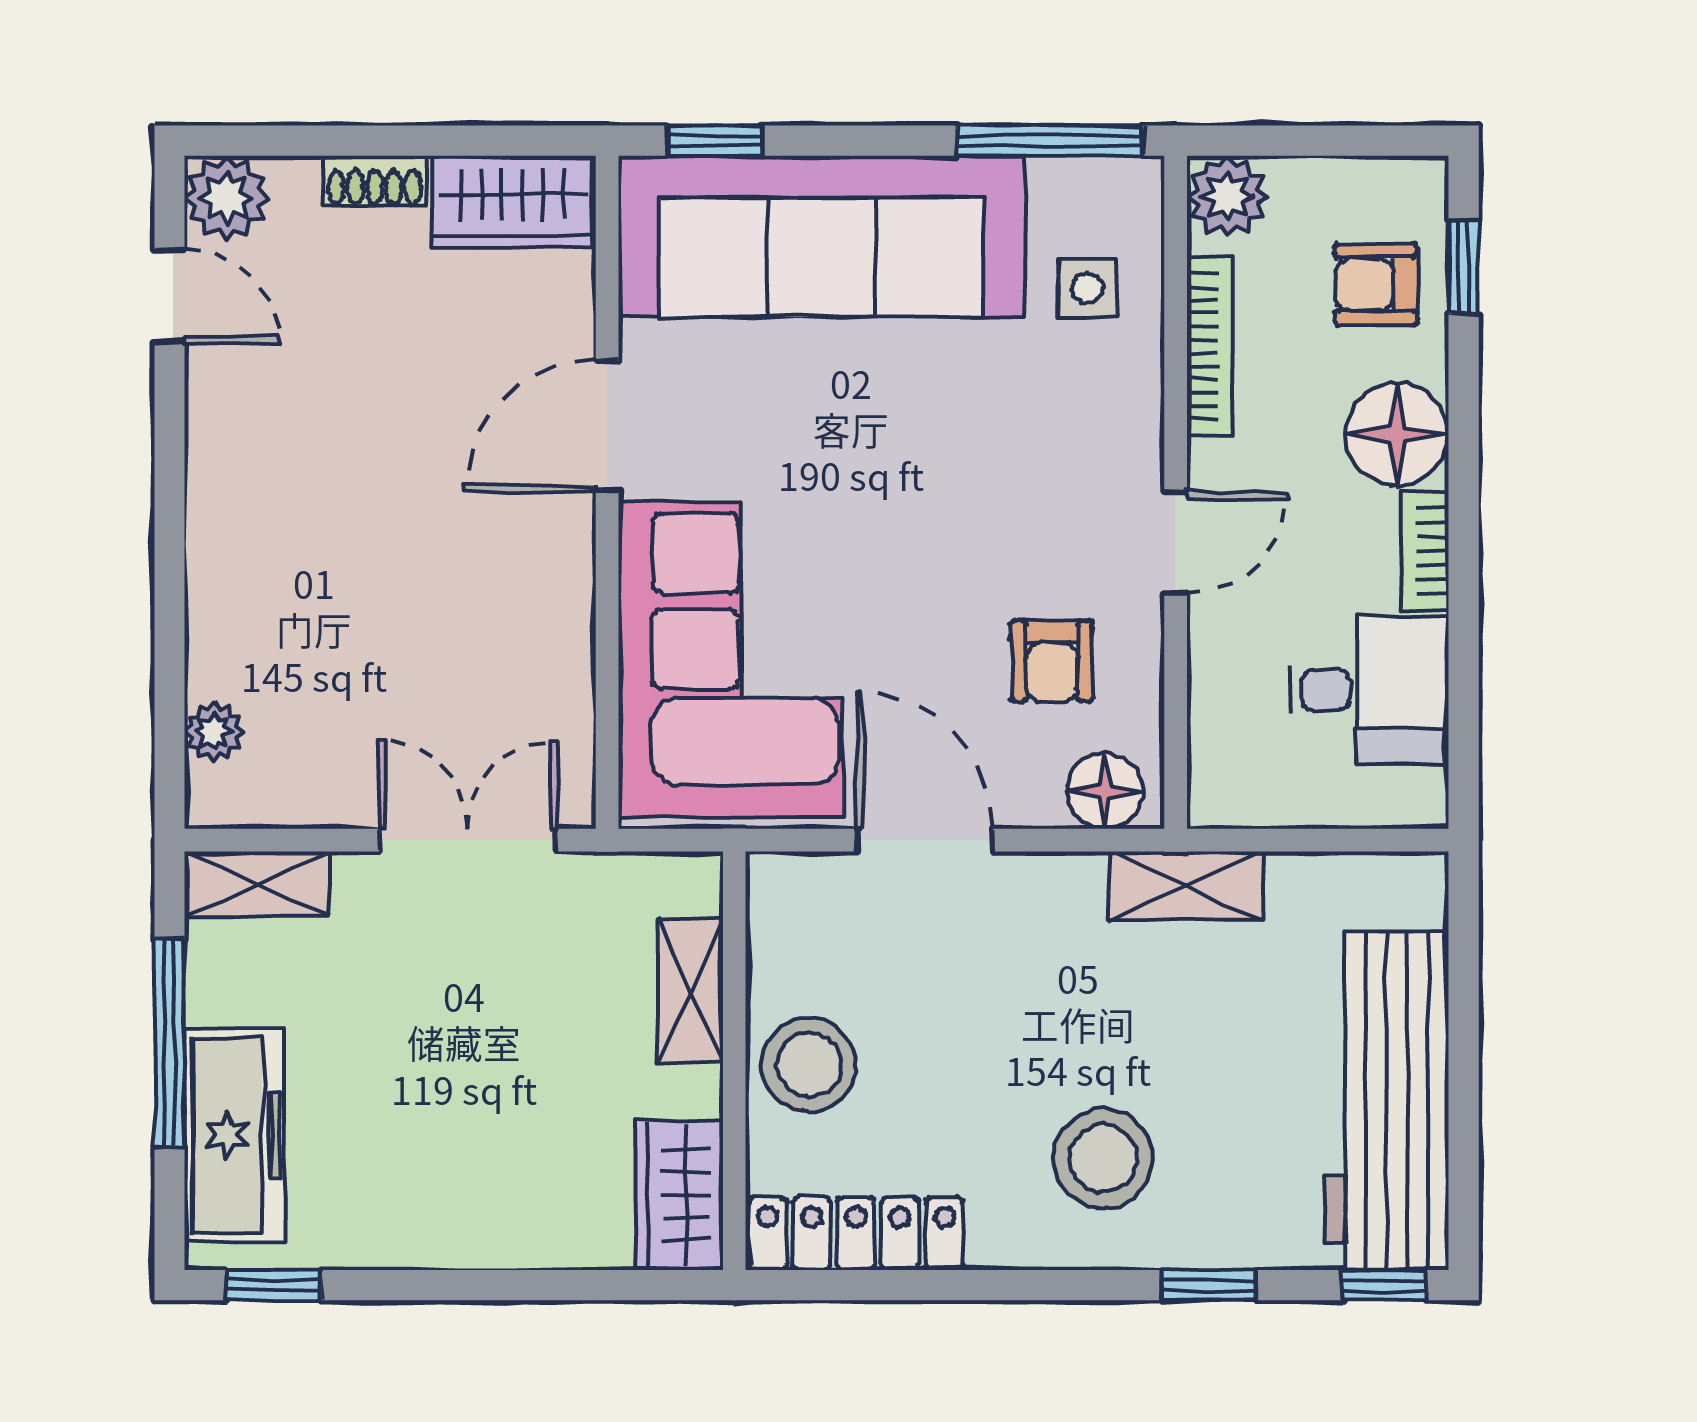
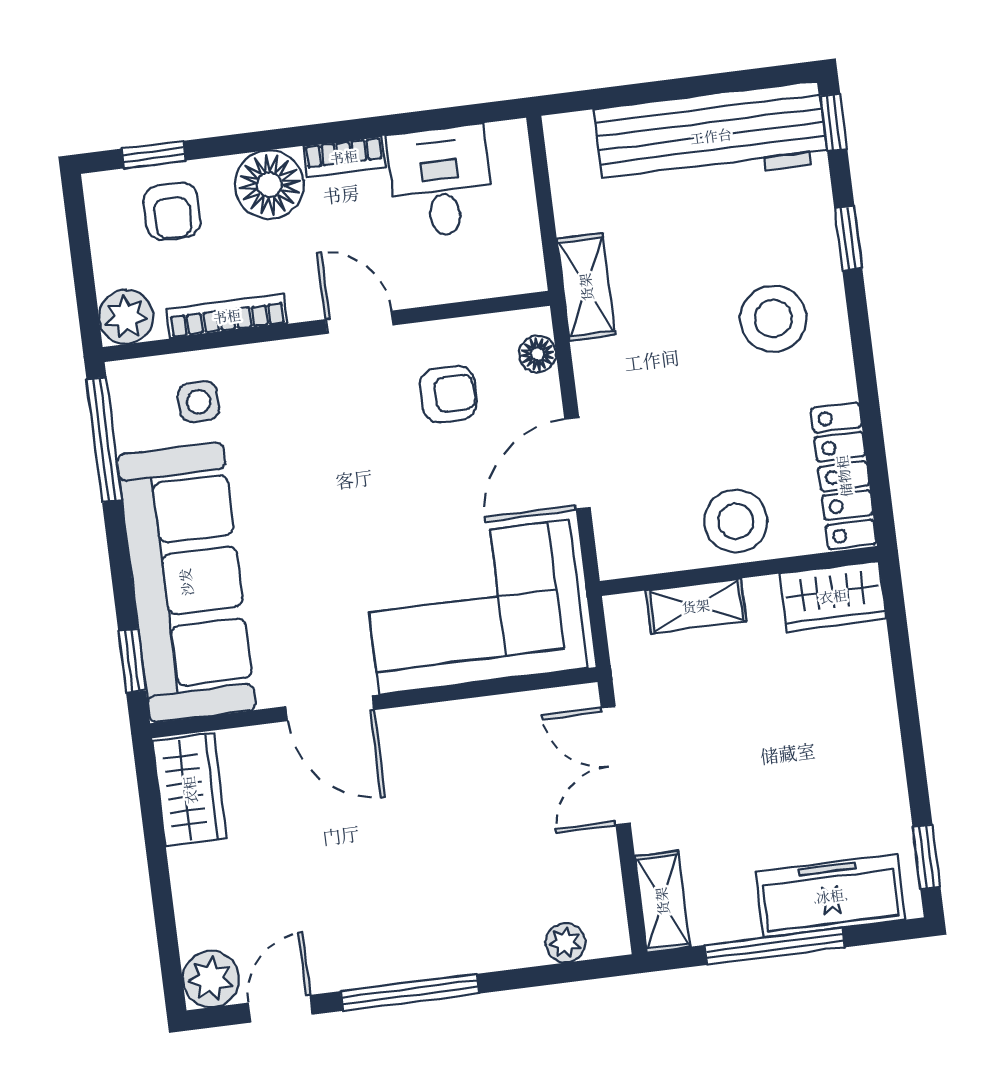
shoe rack: (375, 181) -> (187, 883), removed
window: (169, 491) -> (410, 992), added
floor lamp: (1105, 791) -> (538, 354), width x0.73, depth x0.73

